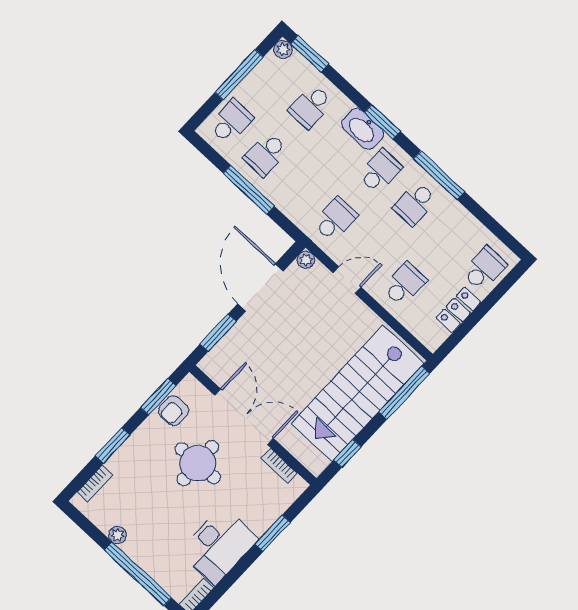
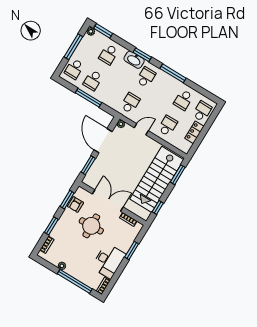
school desk: (231, 122) -> (74, 69), turned 180
school desk: (415, 204) -> (183, 100), moved
window: (404, 393) -> (178, 175), width x0.69

